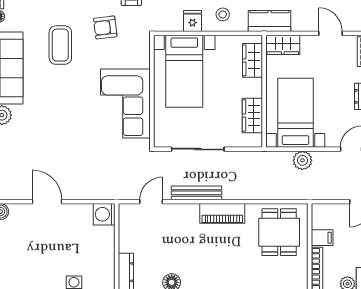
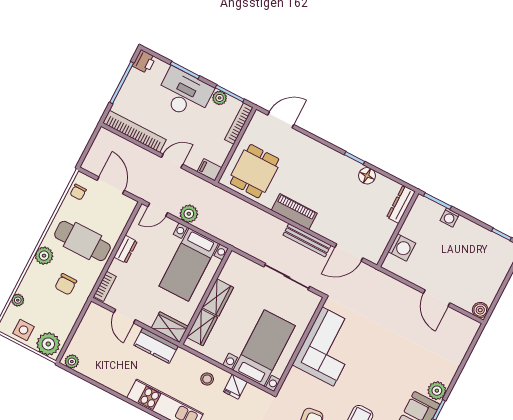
kitchen counter: (270, 21) -> (156, 346), moved
wardrobe: (252, 116) -> (218, 297), moved
plant: (302, 160) -> (189, 214), moved
door: (151, 202) -> (349, 253), width x1.38
washing machine: (104, 214) -> (402, 247), moved
filing cabinet: (322, 238) -> (209, 170), moved

